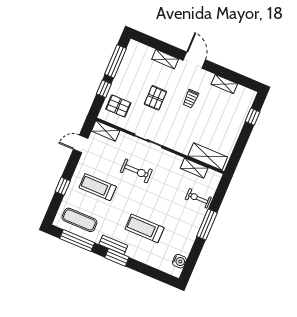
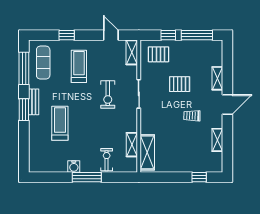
pallet: (118, 106) -> (158, 54), turned 90
water cooler: (179, 261) -> (74, 166), moved

